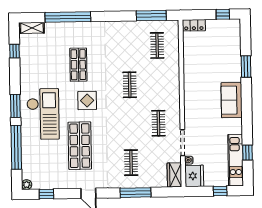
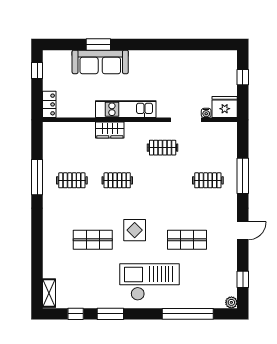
window: (151, 16) -> (37, 177), moved
window: (68, 17) -> (37, 251), removed
clothes rail: (157, 45) -> (72, 180), moved
sofa: (232, 100) -> (100, 62), moved, width x1.36
window: (15, 106) -> (110, 314), moved
shop shelf: (80, 146) -> (187, 240), width x0.70, depth x0.74
window: (247, 153) -> (198, 45), removed
kitchen unit: (236, 160) -> (126, 109), moved, turned 180
wardrobe: (174, 175) -> (110, 130), moved

